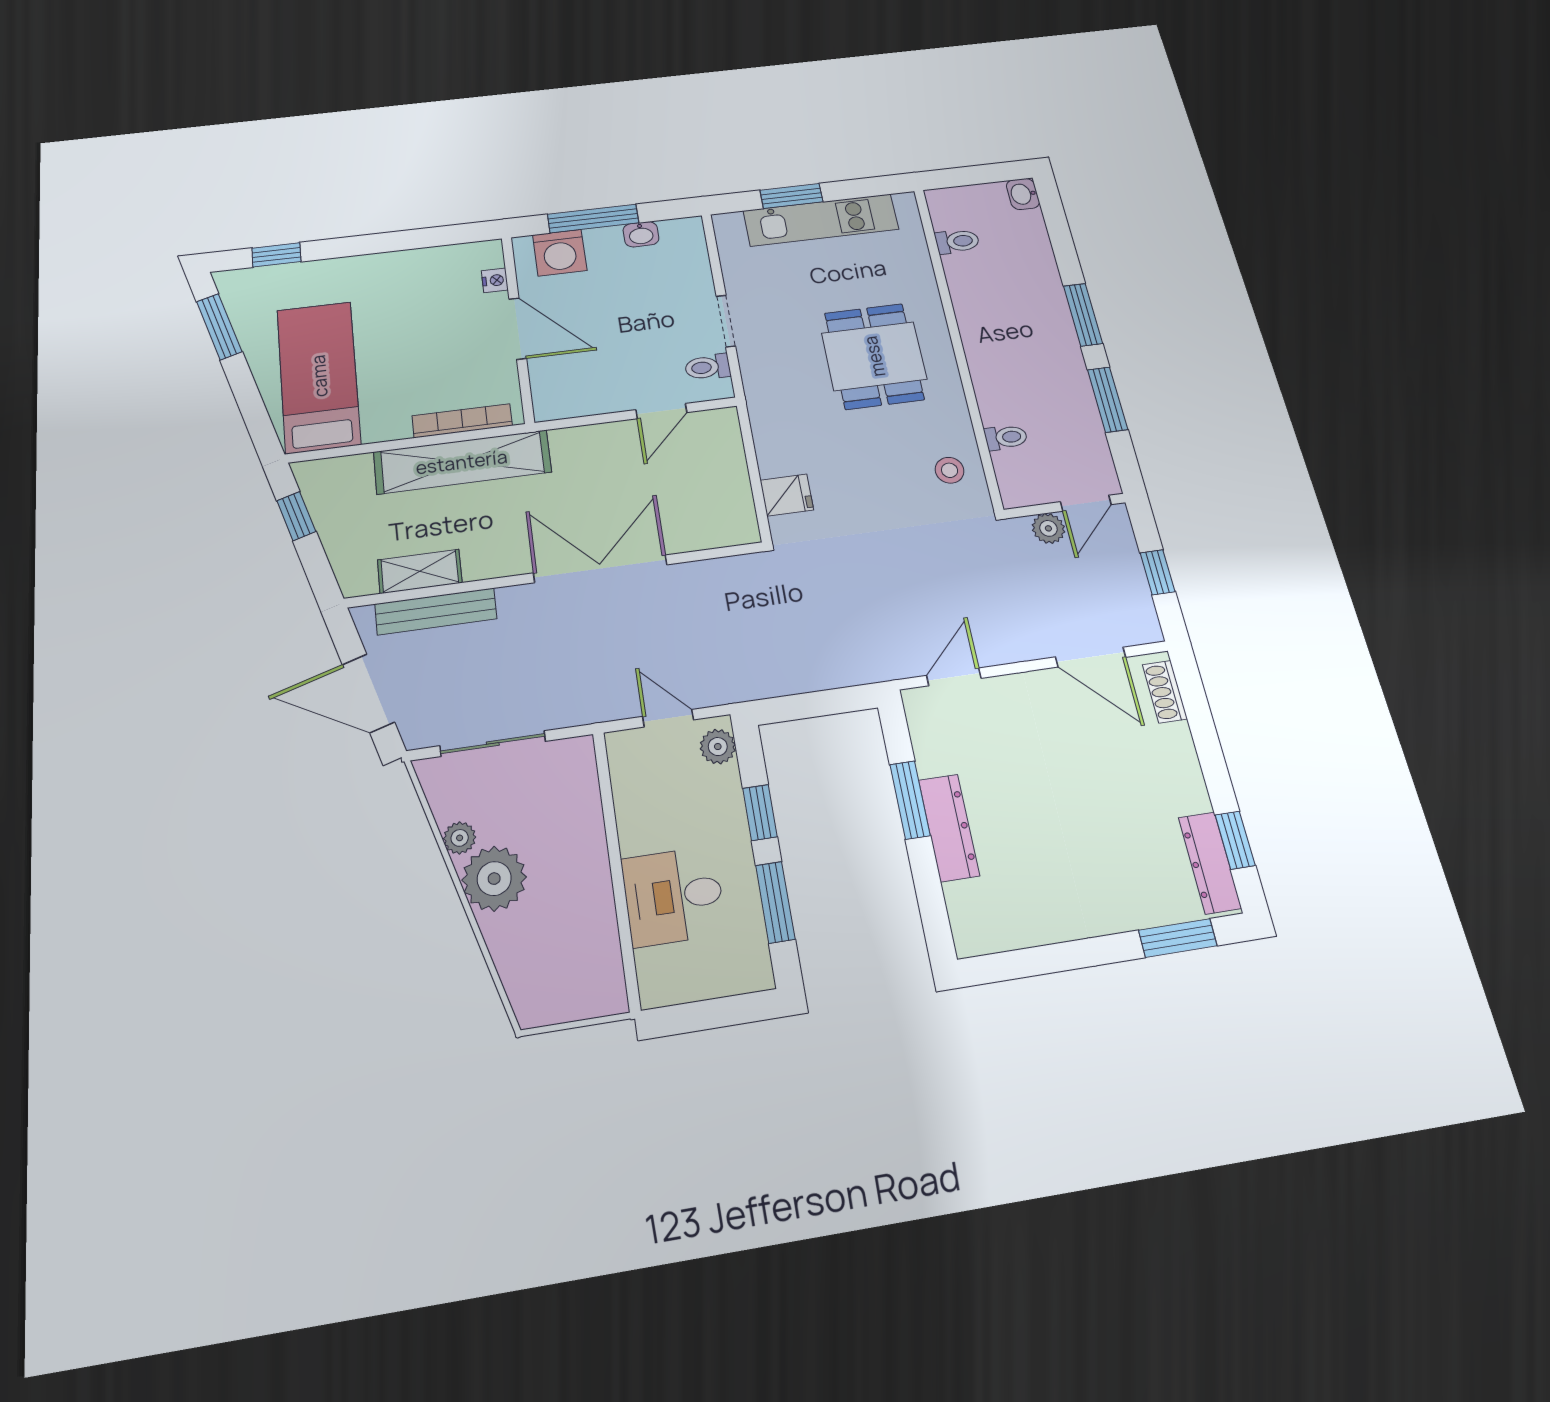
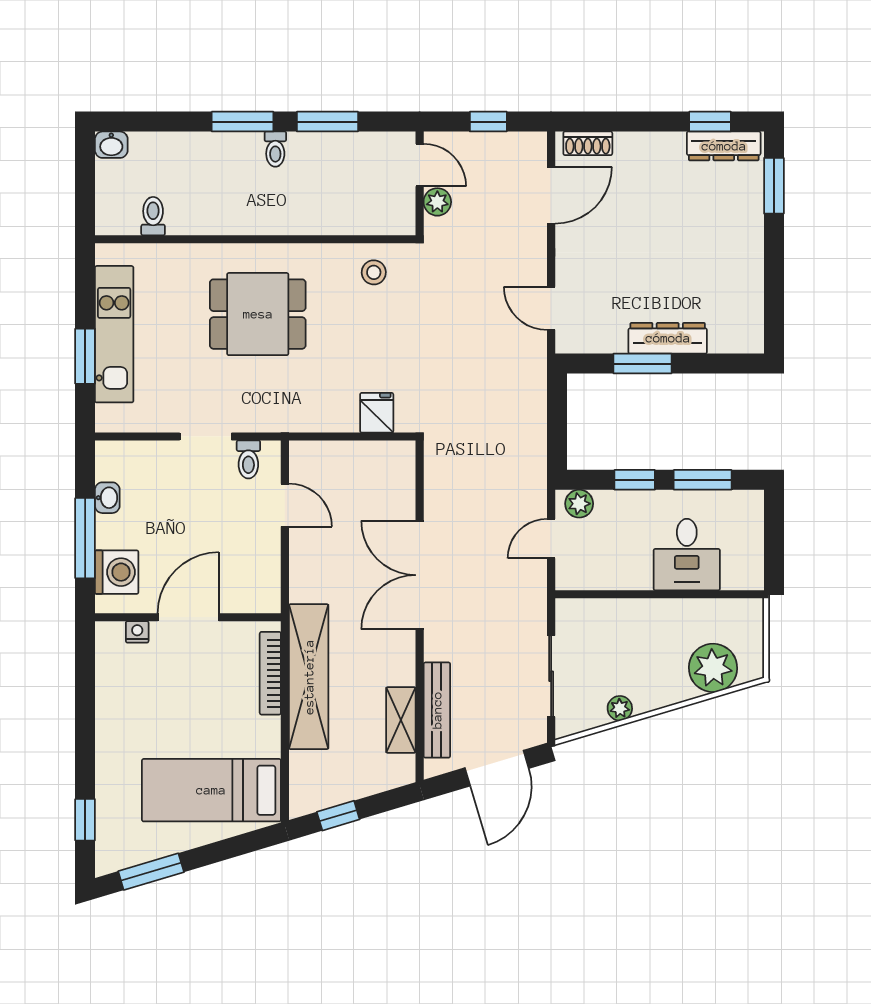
toilet: (1006, 437) -> (275, 149), moved, turned 180
plant: (494, 879) -> (713, 668), moved

